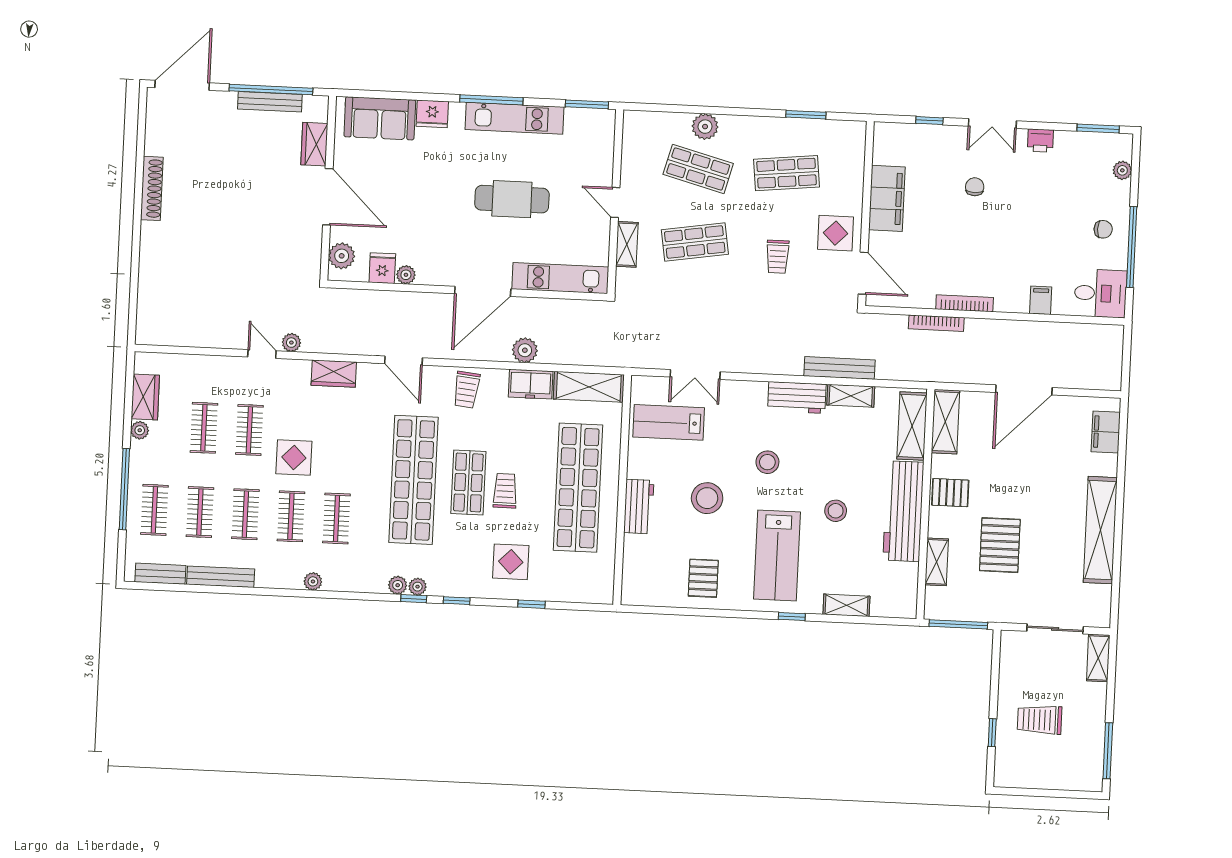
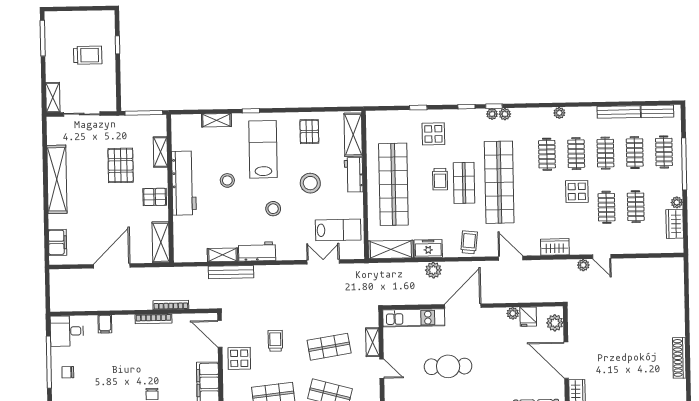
shelving: (912, 426) -> (353, 135), moved

